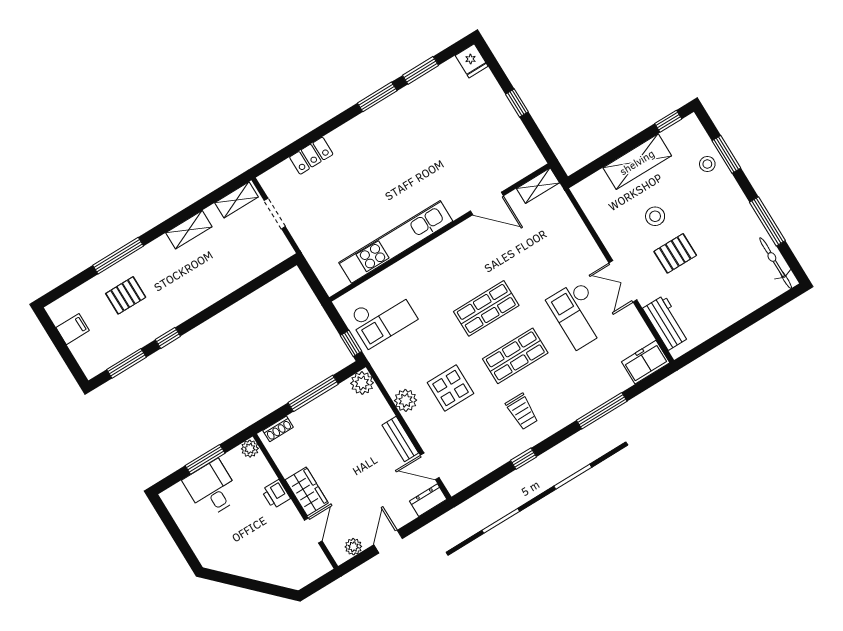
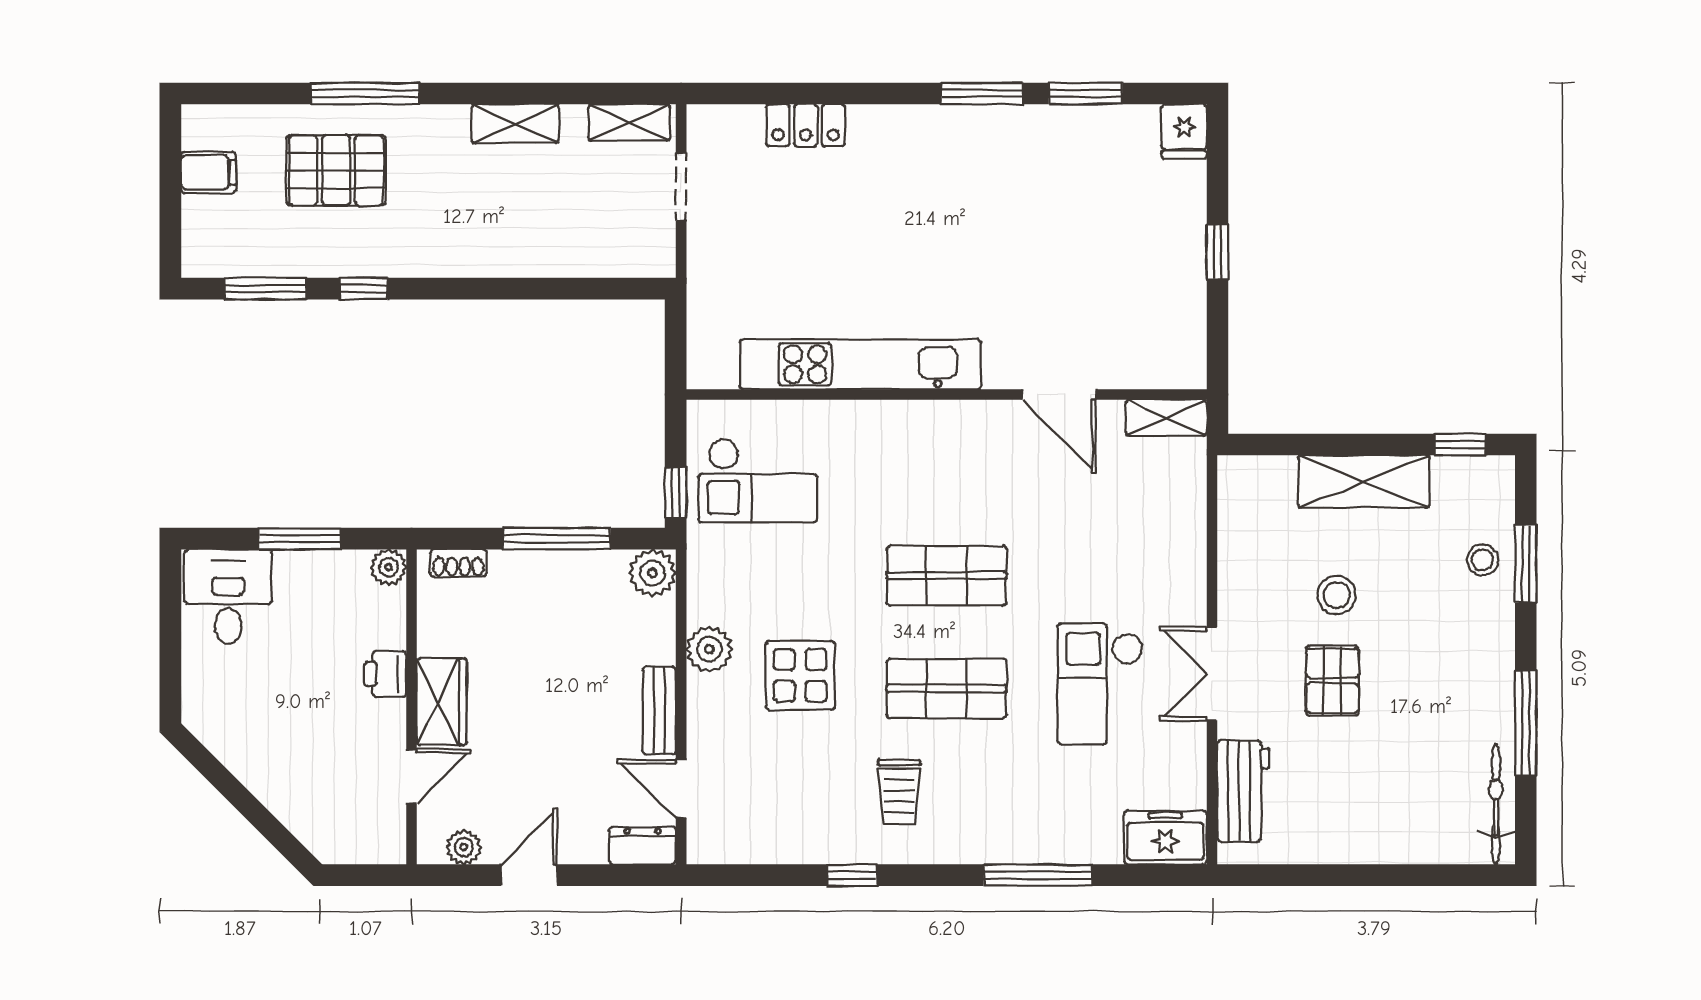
pallet: (675, 253) -> (1332, 681), turned 90
pallet: (126, 295) -> (336, 170), width x1.50, depth x1.42
desk: (212, 489) -> (228, 597), moved

